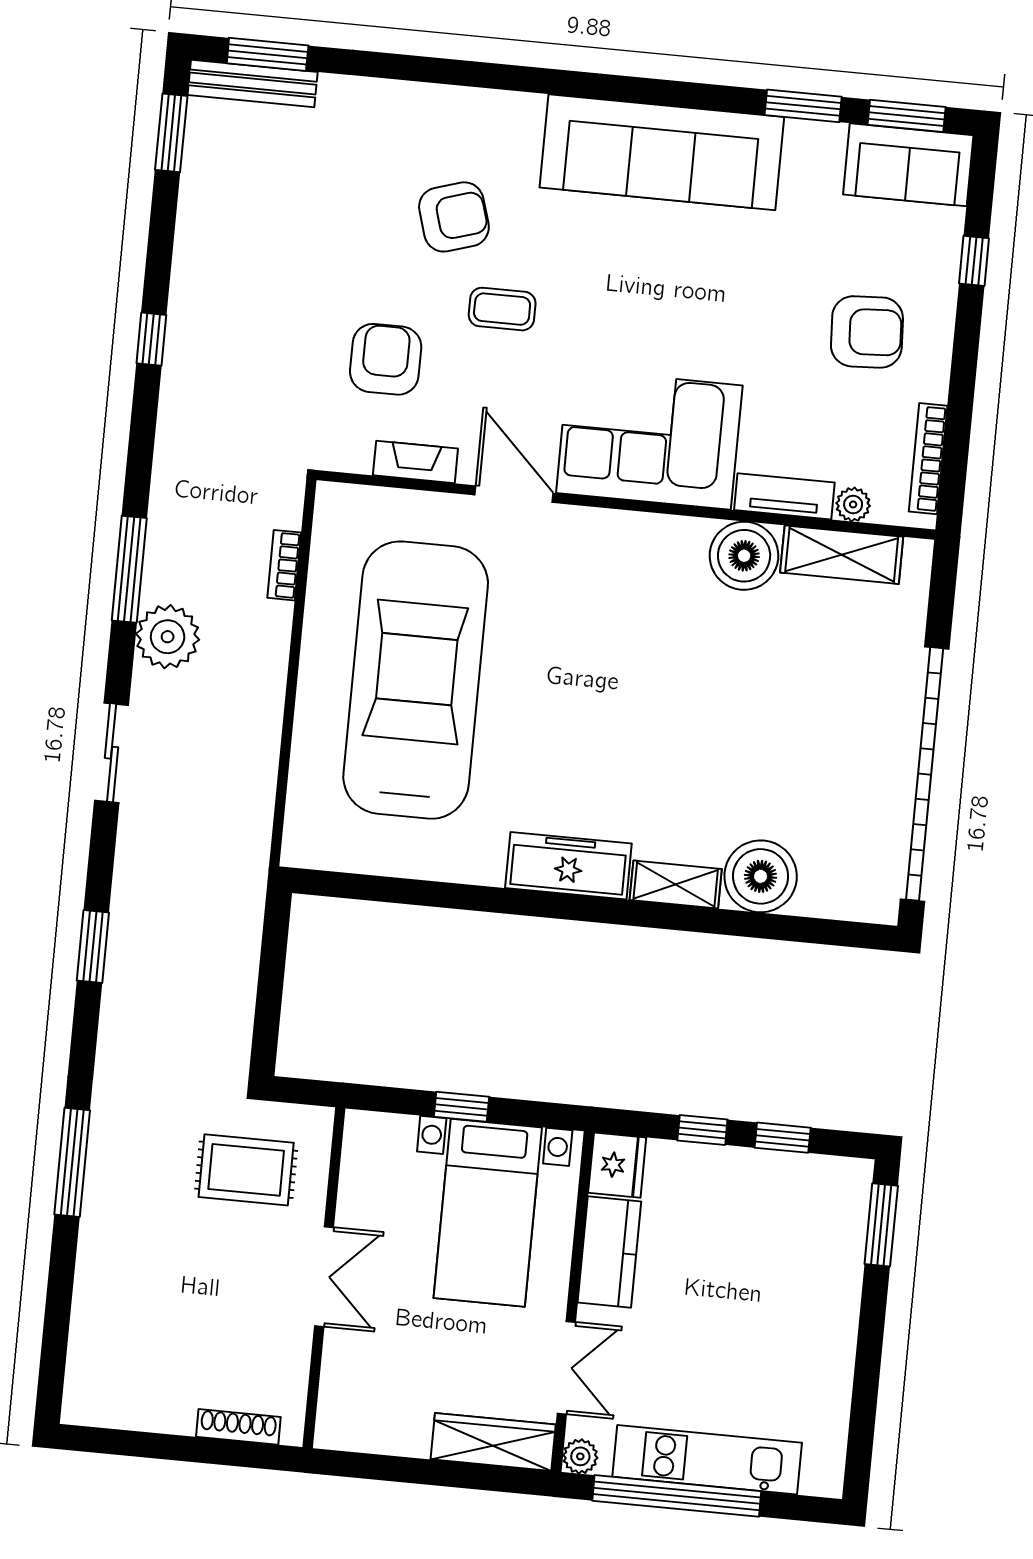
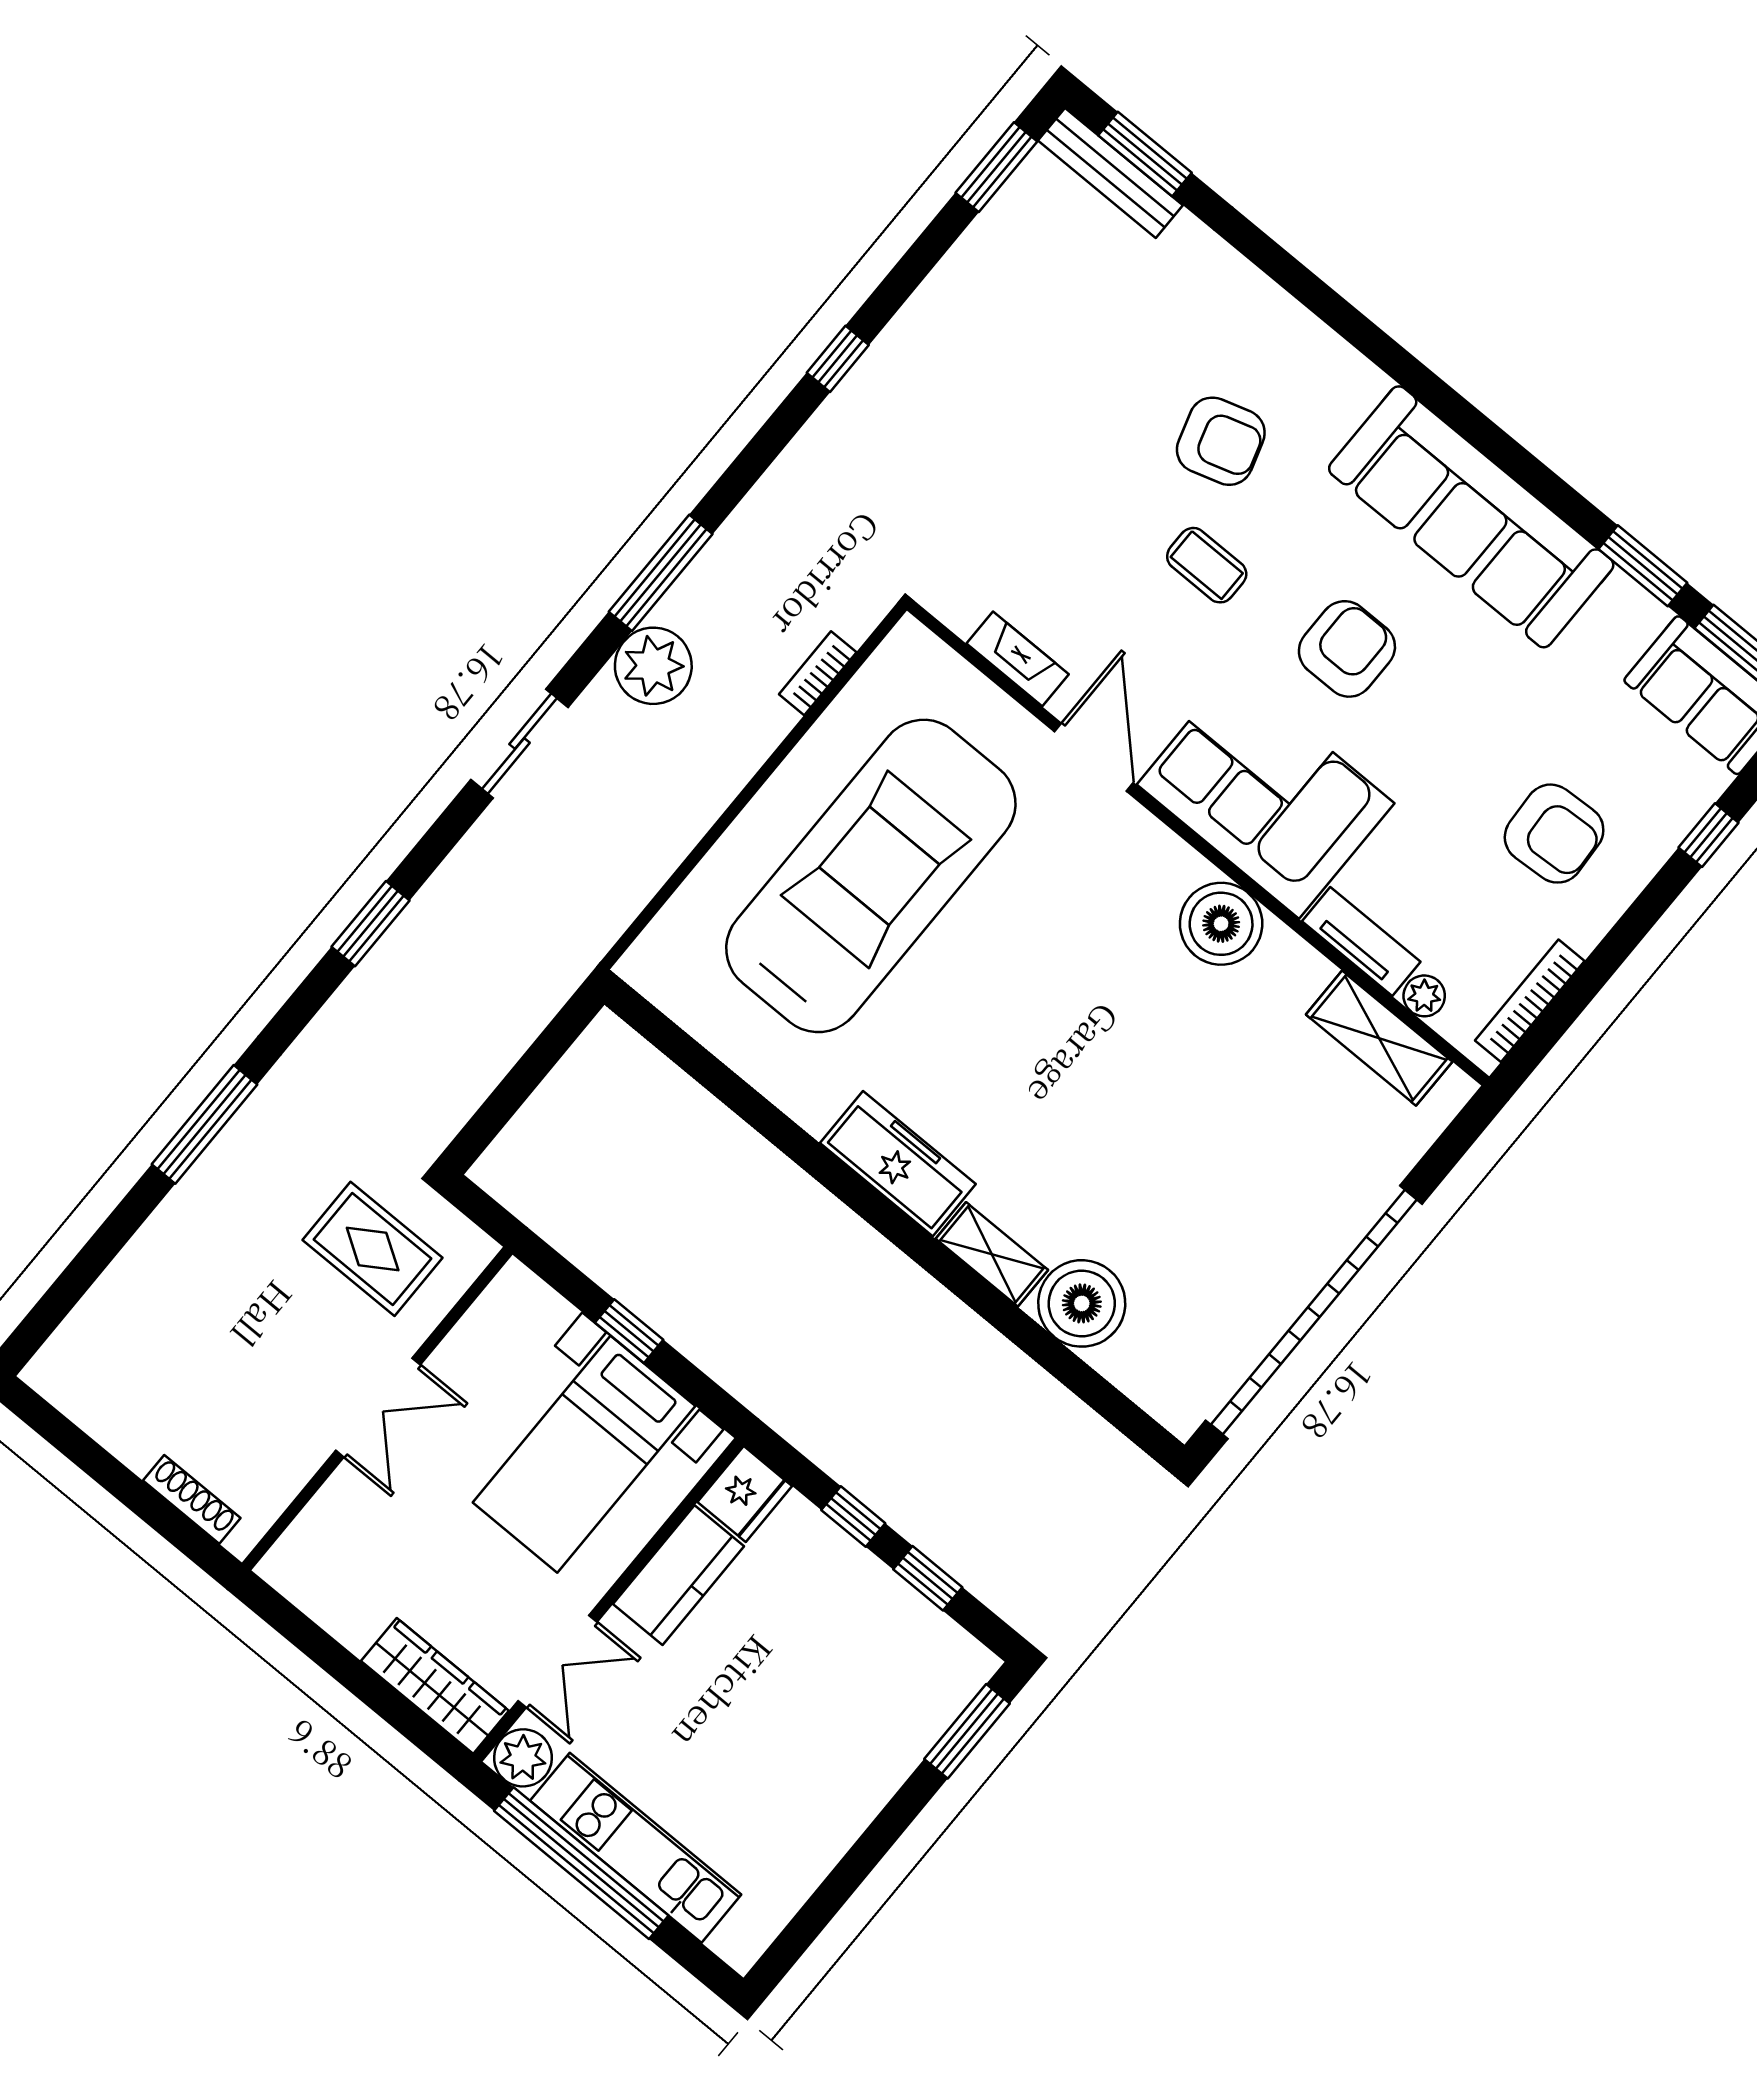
armchair: (386, 359) -> (1347, 649), moved
boiler: (744, 556) -> (1221, 924), moved
plant: (580, 1456) -> (523, 1758), width x1.38, depth x1.38

